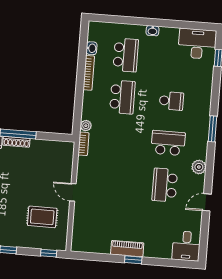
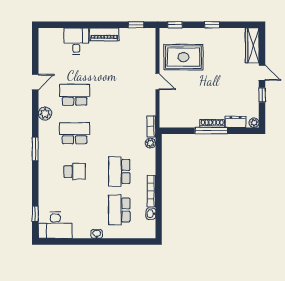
school desk: (171, 101) -> (75, 172), turned 180
school desk: (168, 143) -> (75, 133), turned 180
school desk: (165, 185) -> (75, 95), turned -90
rug: (42, 217) -> (183, 57), width x1.36, depth x1.43
desk: (186, 246) -> (76, 41), moved
window: (133, 260) -> (136, 25), moved

